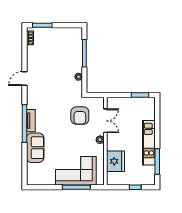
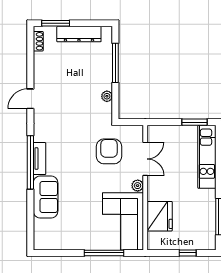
dresser: (59, 33) -> (79, 34), added
armchair: (80, 116) -> (109, 151), turned 180
kitchen unit: (149, 143) -> (207, 157), moved
corner sofa: (76, 171) -> (123, 221), moved, turned -90

